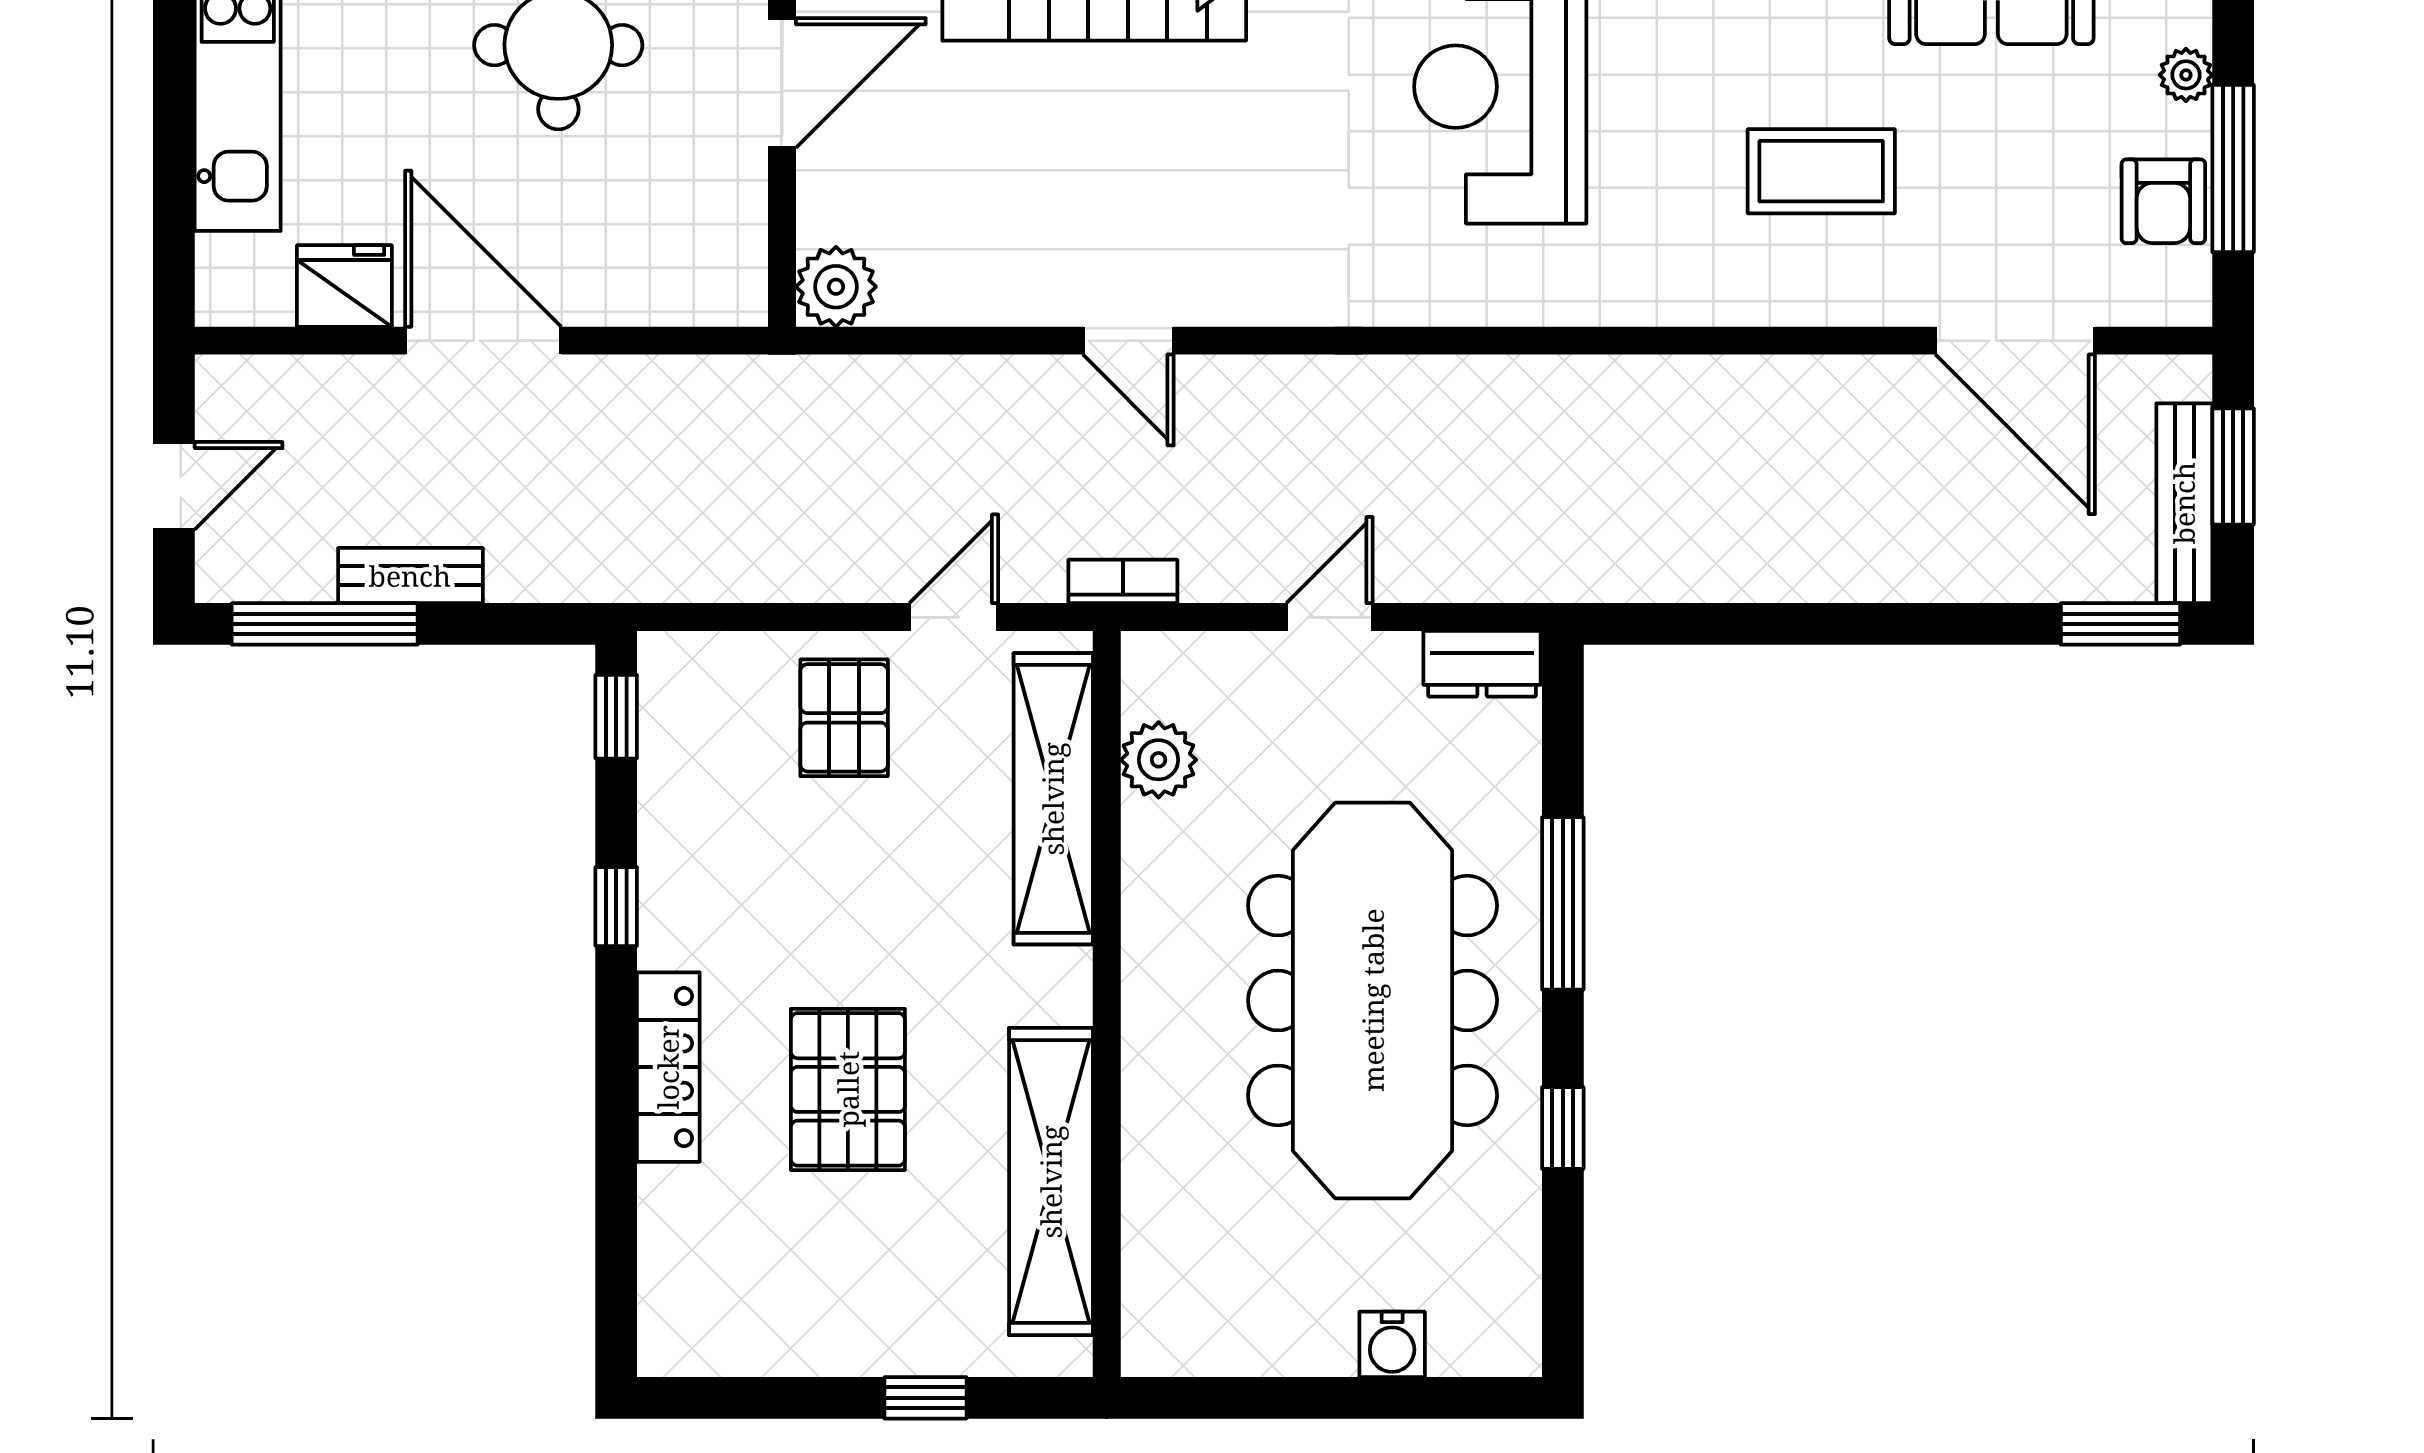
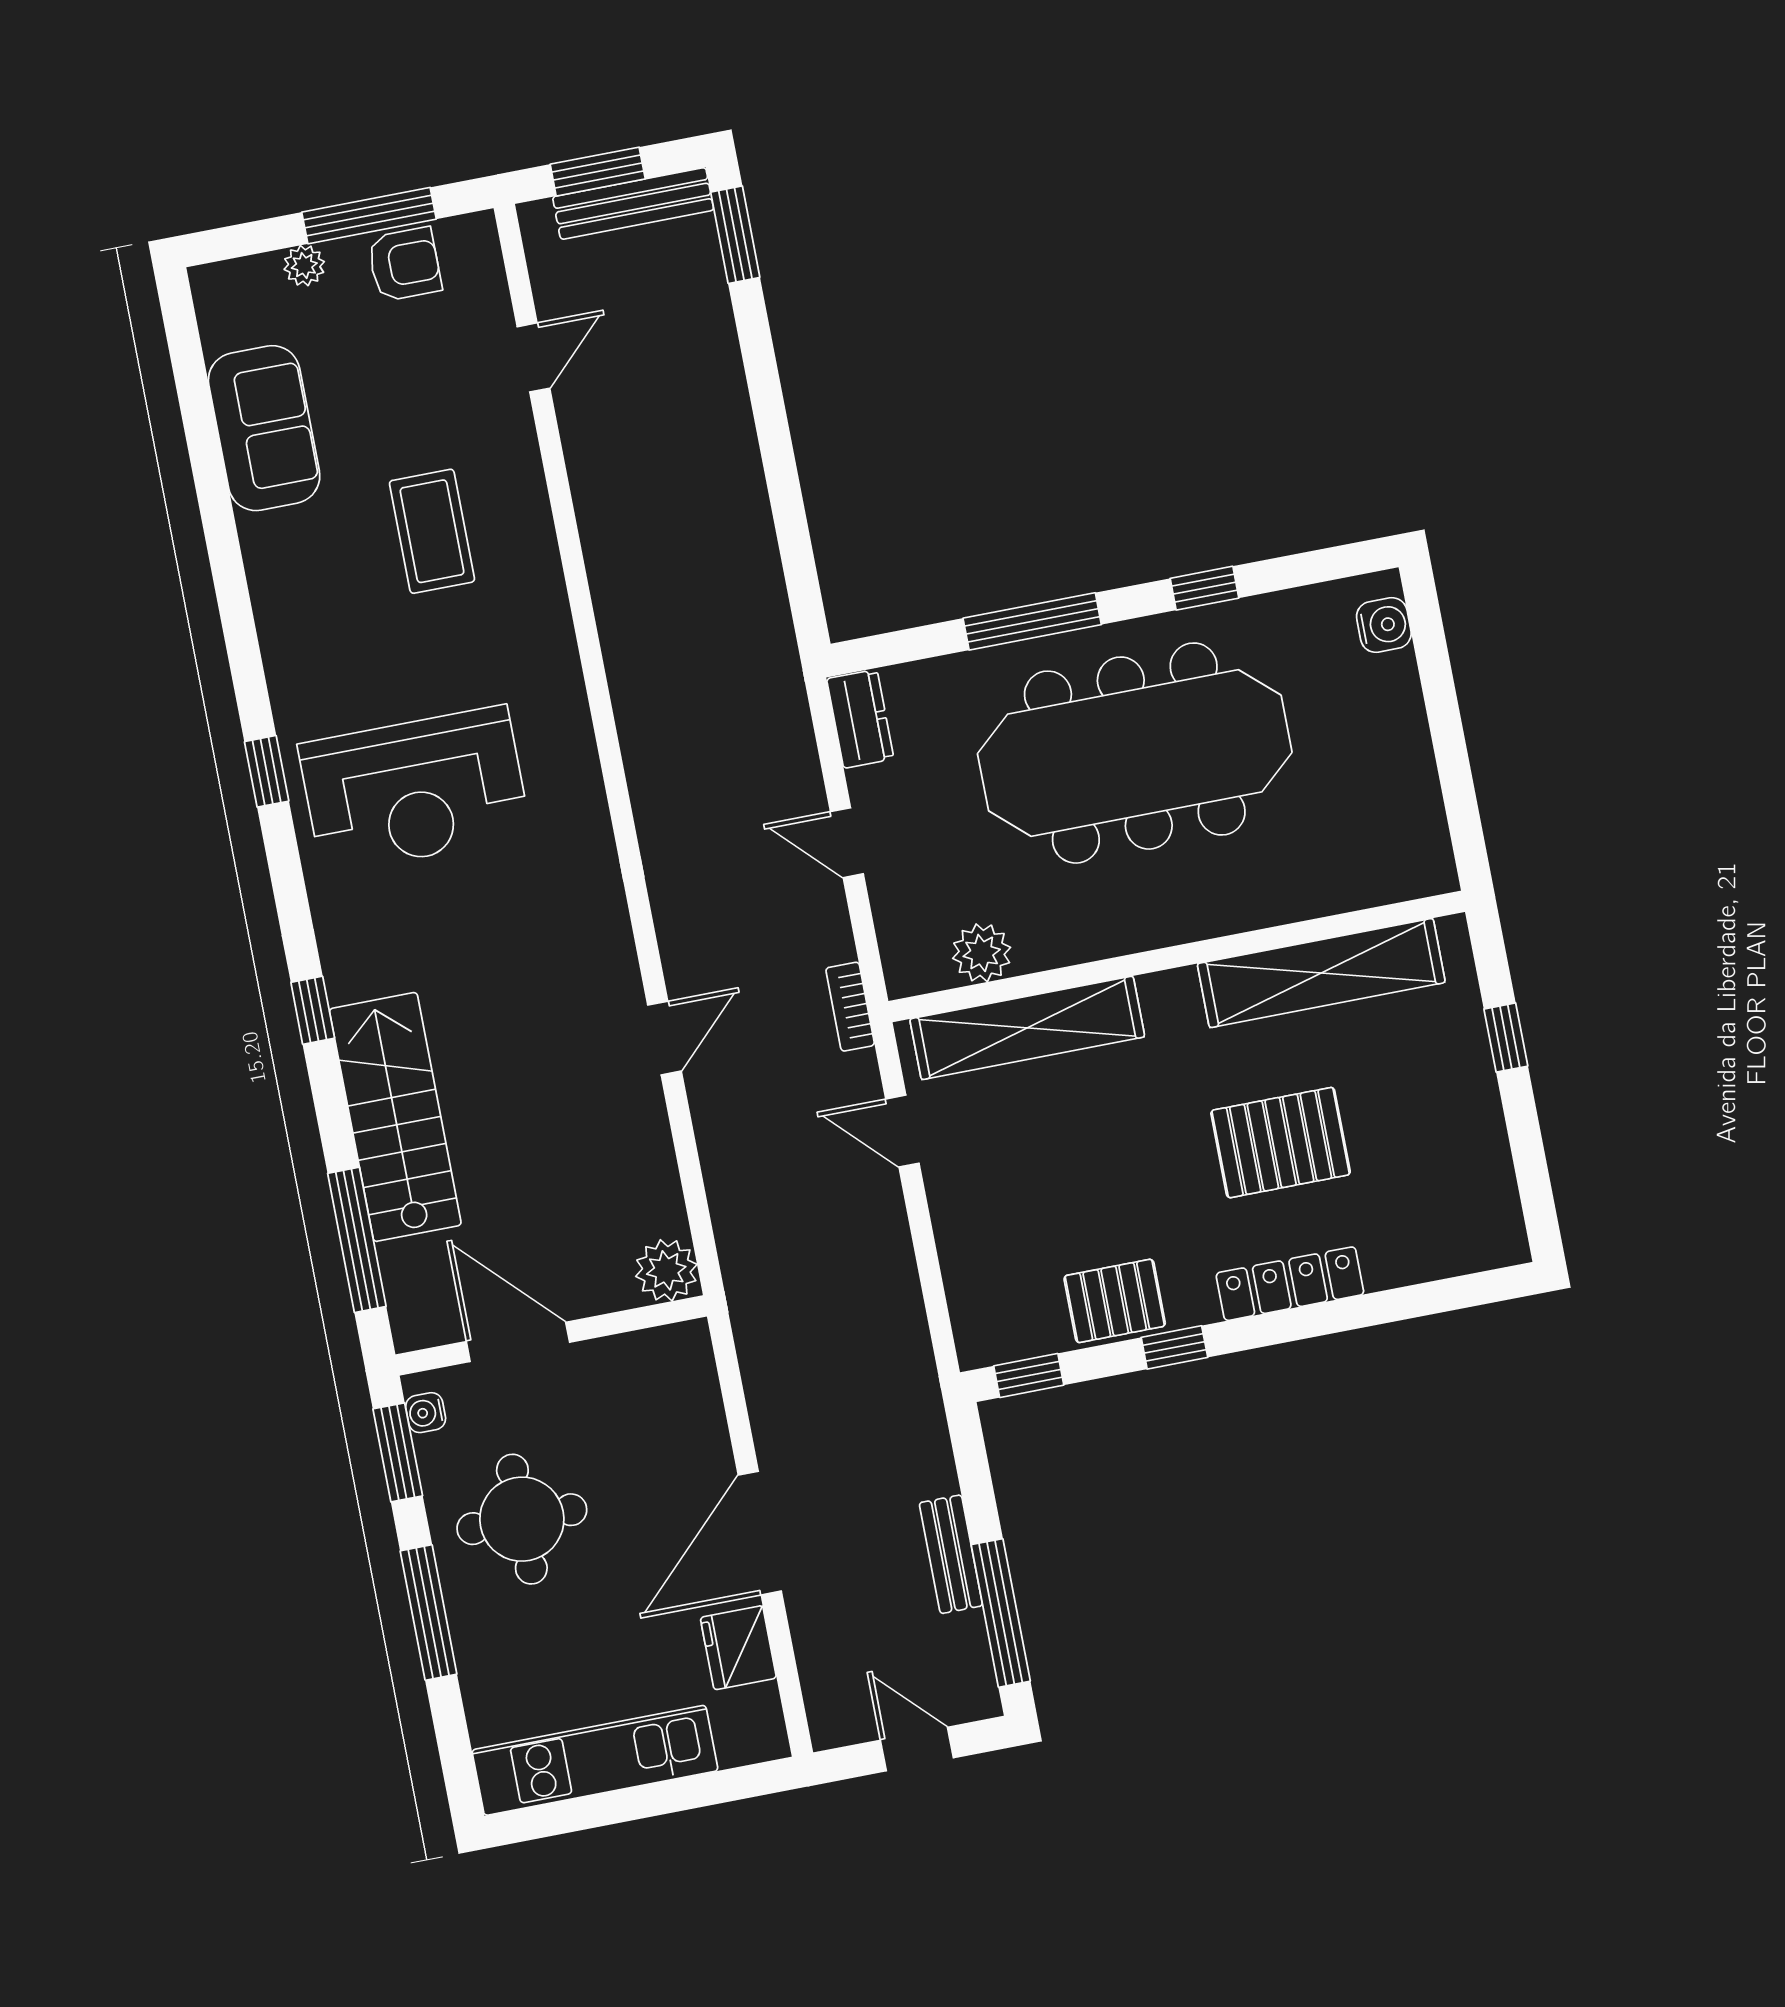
door: (2015, 341) -> (533, 357), width x0.53
pallet: (844, 718) -> (1115, 1301), moved
water cooler: (1392, 1344) -> (1384, 625), moved

